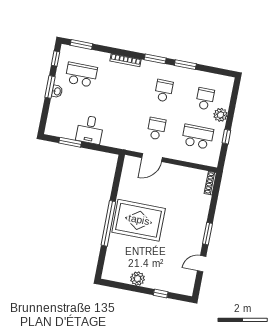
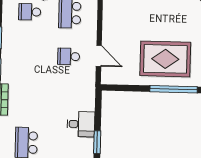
school desk: (164, 91) -> (29, 55), removed
rug: (139, 220) -> (165, 59), turned 90

